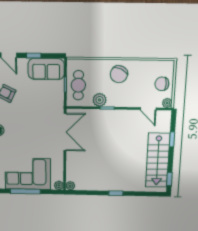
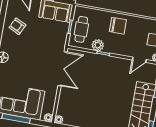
chair: (119, 74) -> (118, 26), turned -115
door: (148, 109) -> (139, 60), hinge flipped

